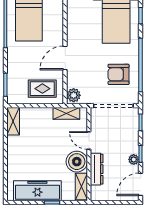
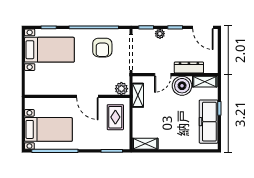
plant: (134, 159) -> (160, 34), moved

